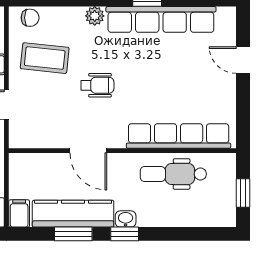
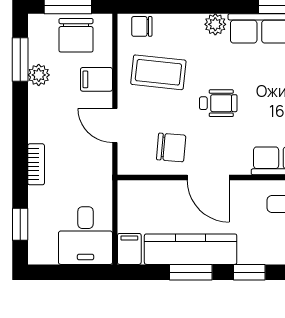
chair: (30, 18) -> (142, 26), turned 180
chair: (56, 124) -> (171, 147), added
washbasin: (126, 219) -> (250, 255), removed

